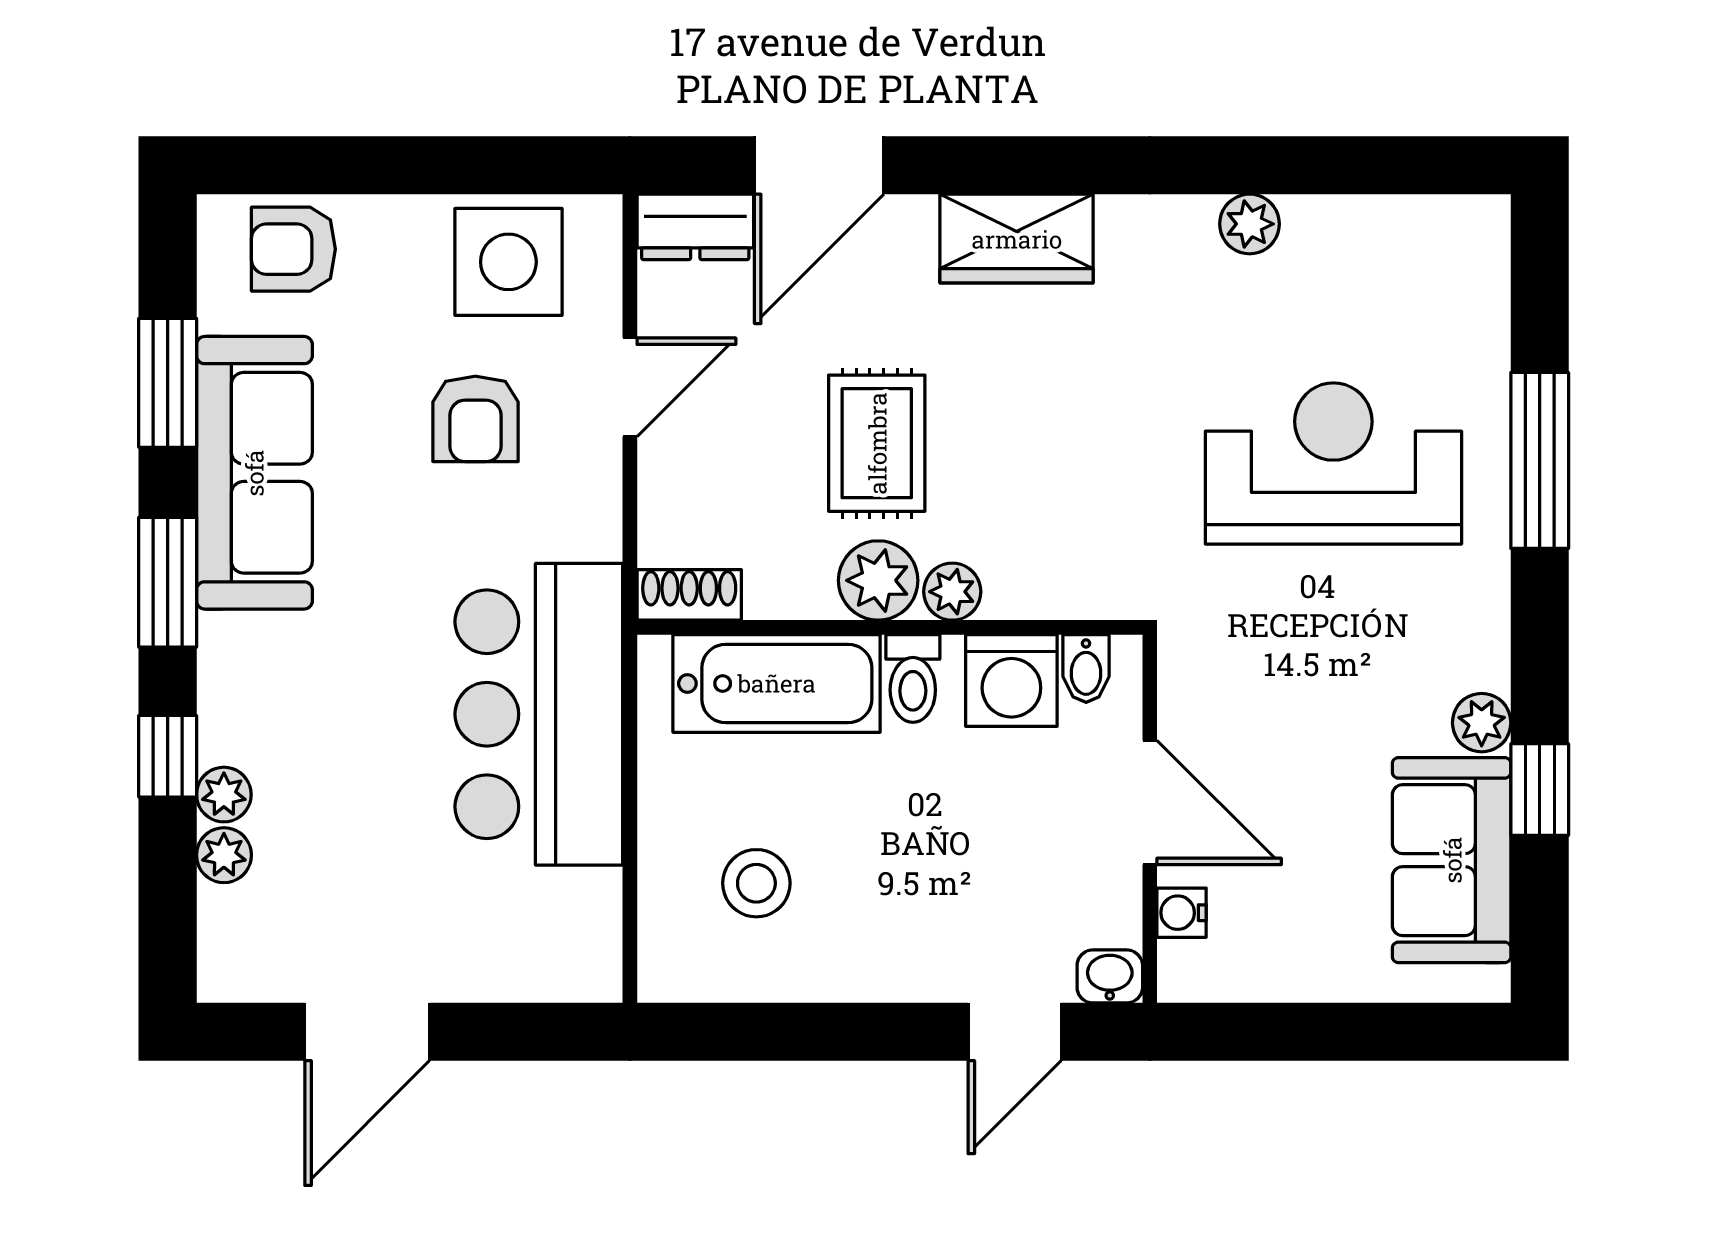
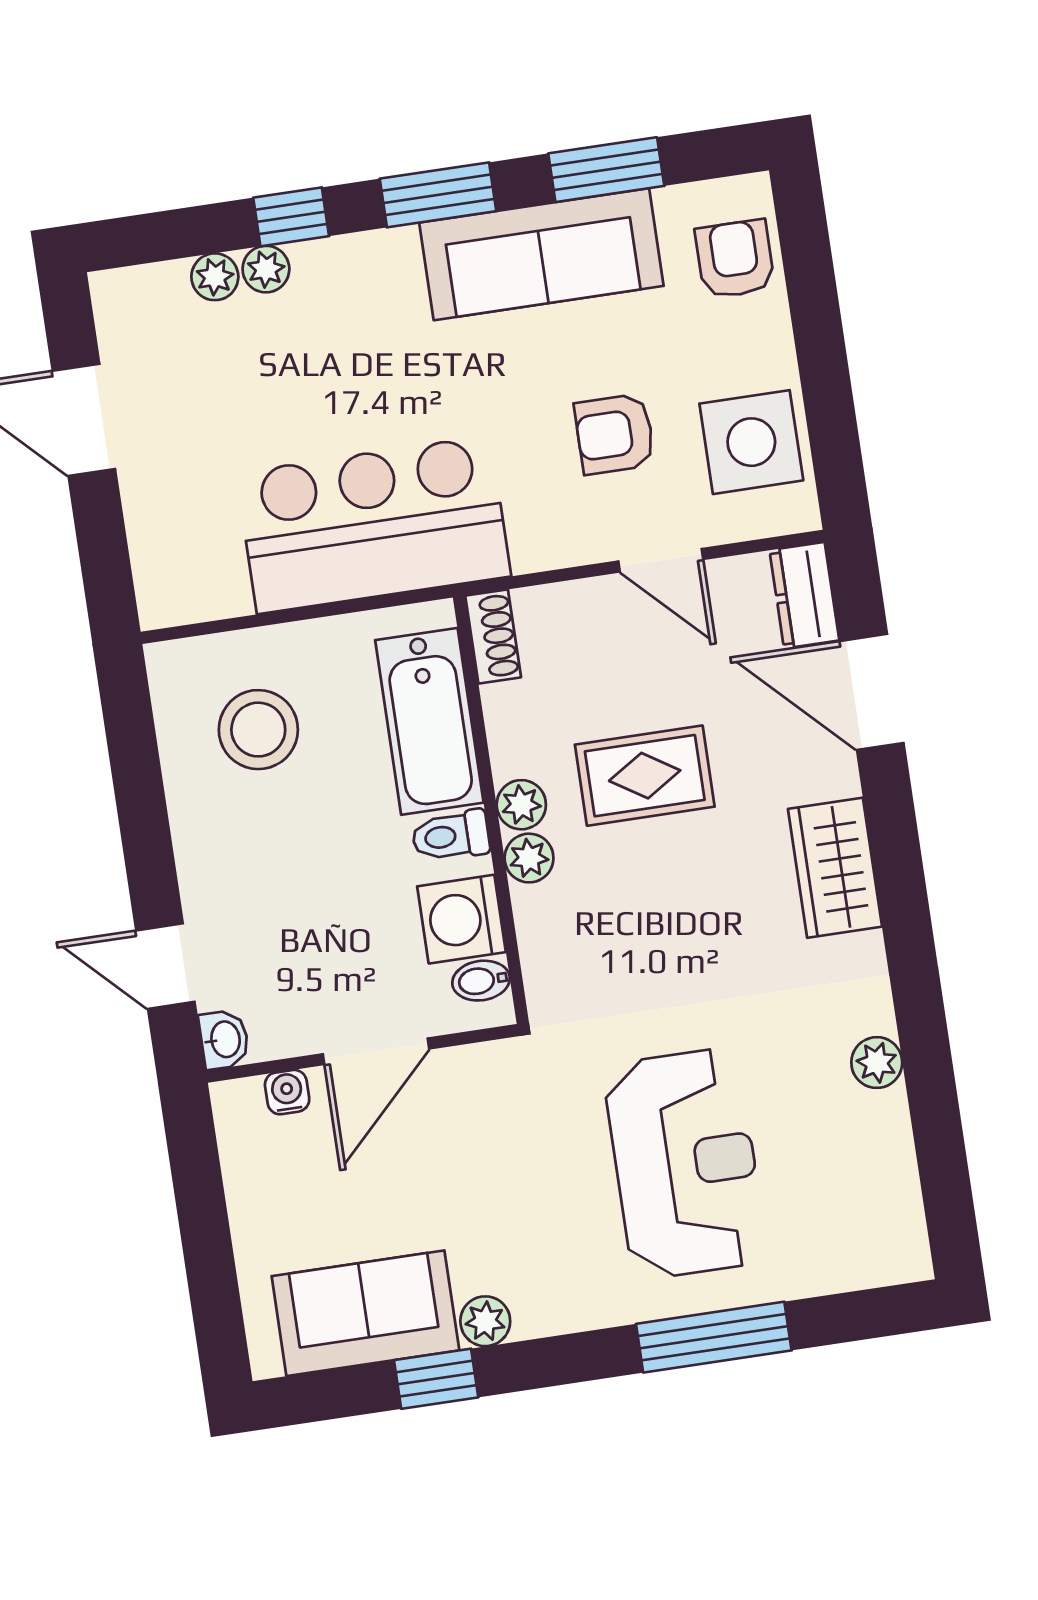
plant: (878, 580) -> (521, 805), width x0.73, depth x0.73
stool: (756, 883) -> (258, 730), width x1.38, depth x1.38

